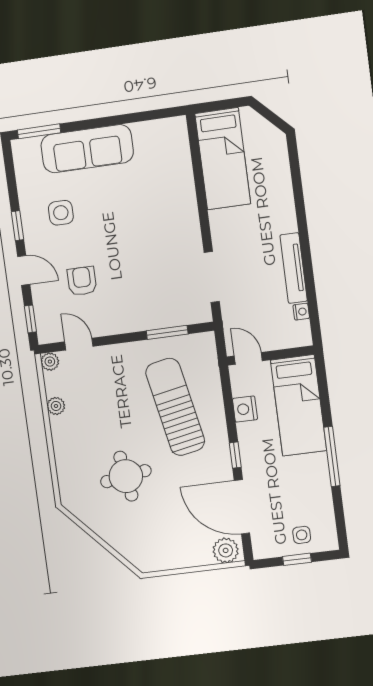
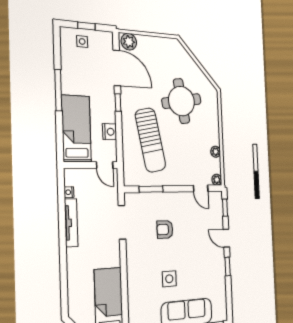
side table: (61, 213) -> (169, 279), moved
armchair: (82, 281) -> (165, 229), moved, turned 90
round table: (126, 476) -> (181, 101), width x1.36, depth x1.36

